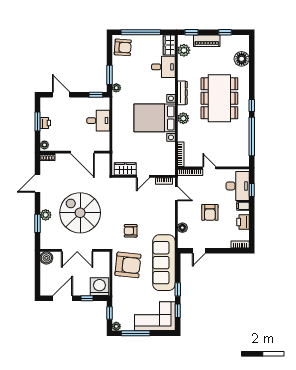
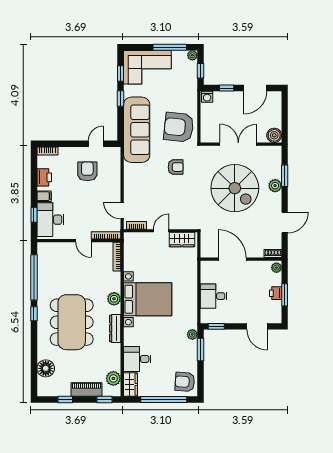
armchair: (210, 212) -> (87, 171), moved
floor lamp: (182, 228) -> (115, 171), removed
washing machine: (99, 287) -> (207, 97), width x0.53, depth x0.53

